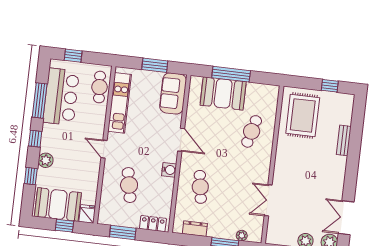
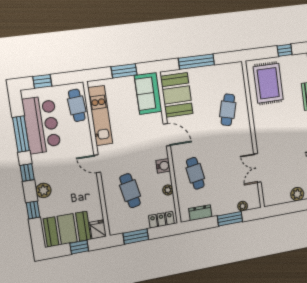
booth: (223, 93) -> (177, 95), moved, turned 90
plant: (167, 196) -> (168, 190), added

